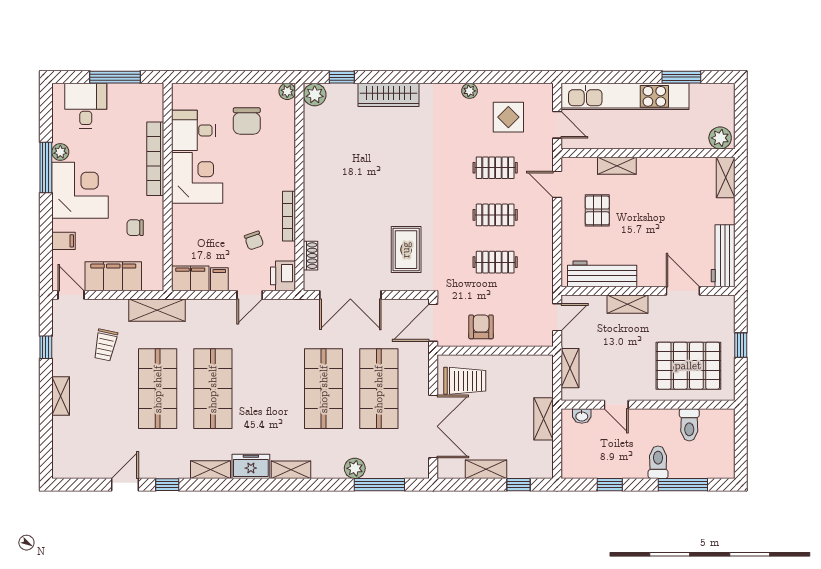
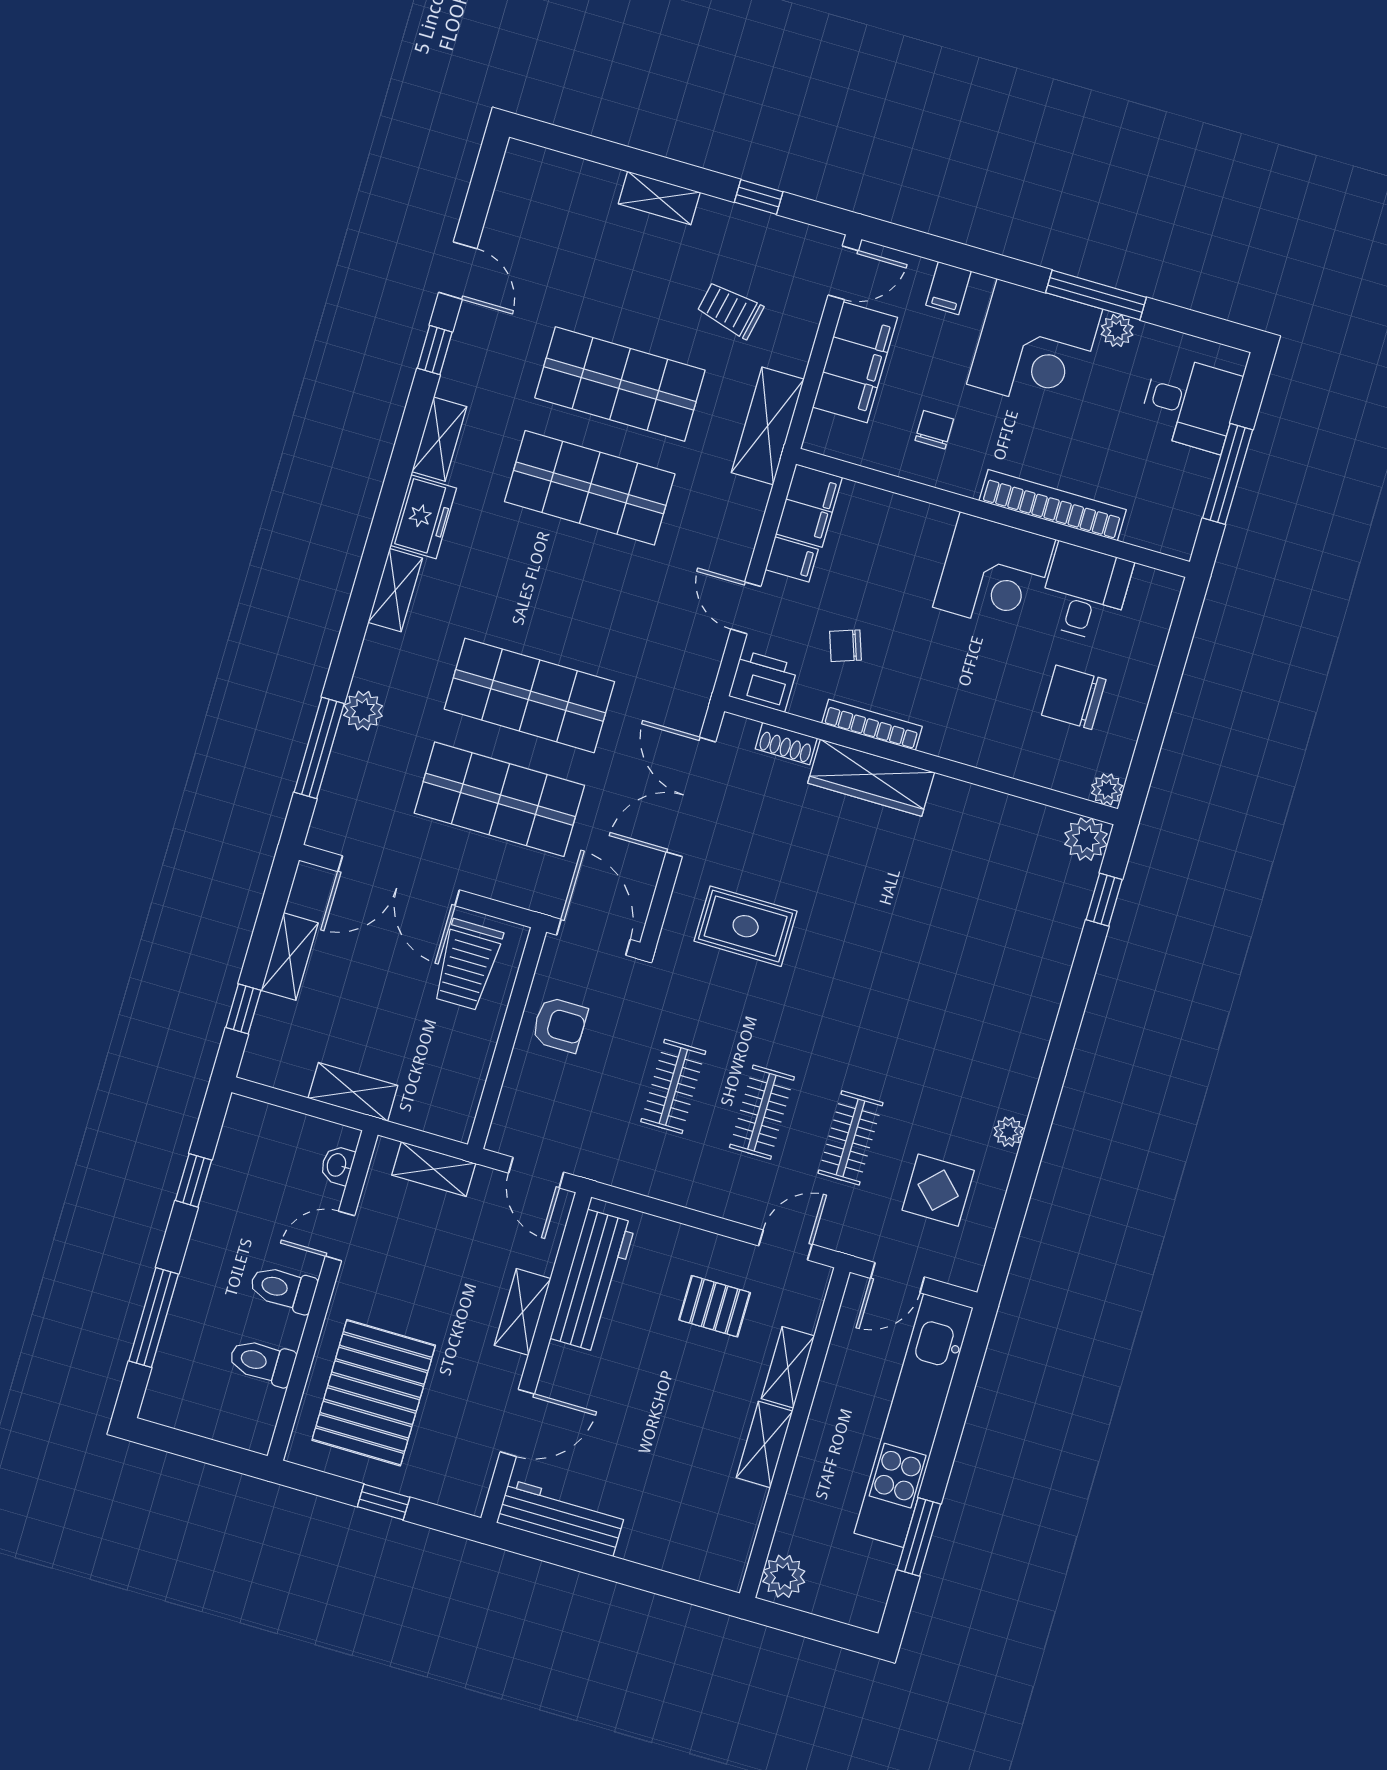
wardrobe: (389, 95) -> (871, 778), moved, turned -90
shelving: (726, 177) -> (764, 1444), moved, turned 90
toilet: (658, 462) -> (283, 1289), moved, turned 180

